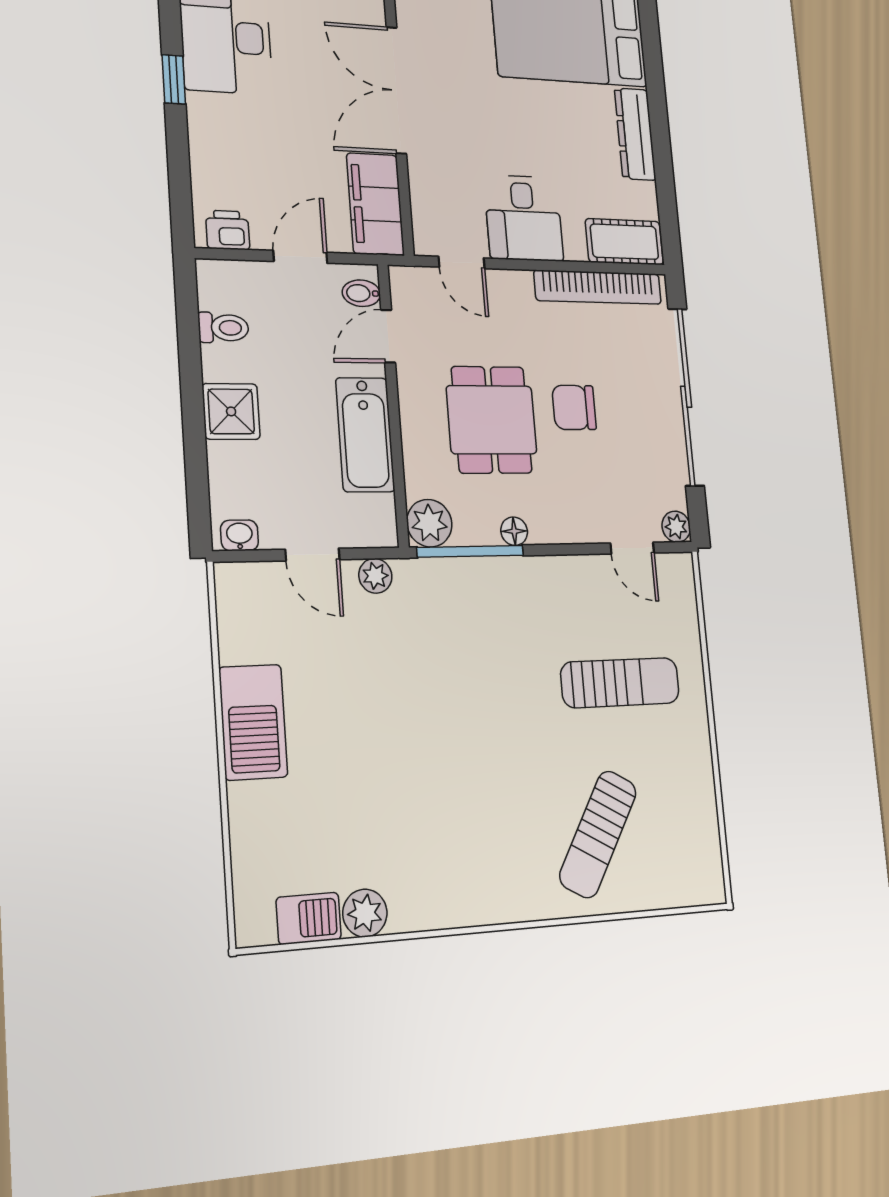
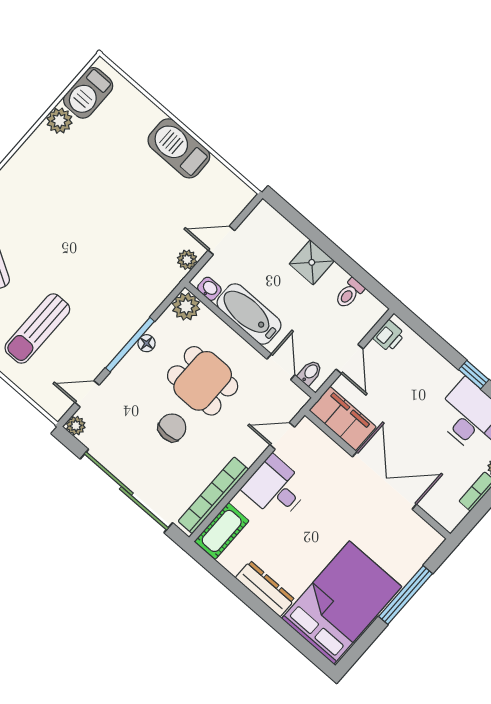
washbasin: (239, 535) -> (209, 289), moved, turned -90
window: (470, 551) -> (130, 345), moved
barbecue: (309, 918) -> (88, 93), width x1.38, depth x1.27

